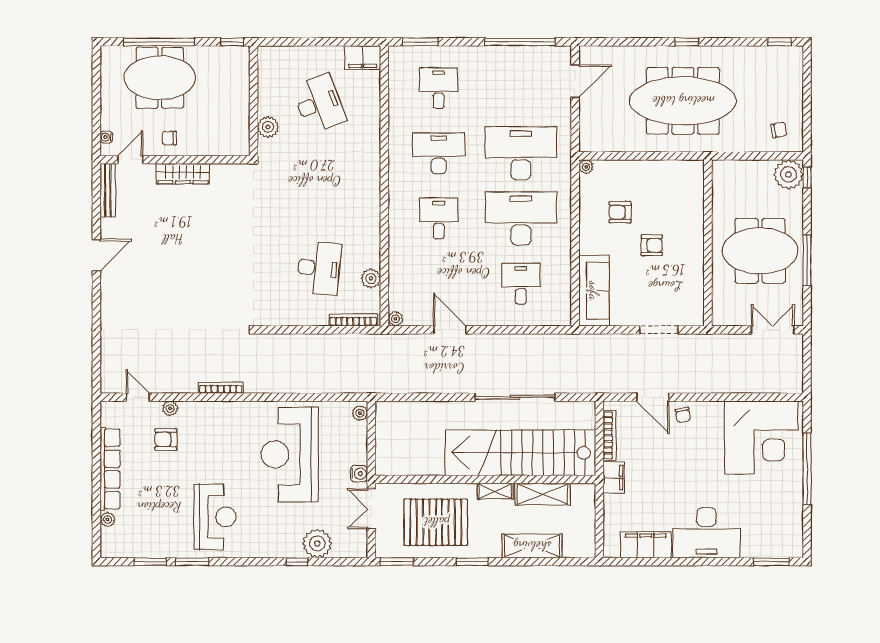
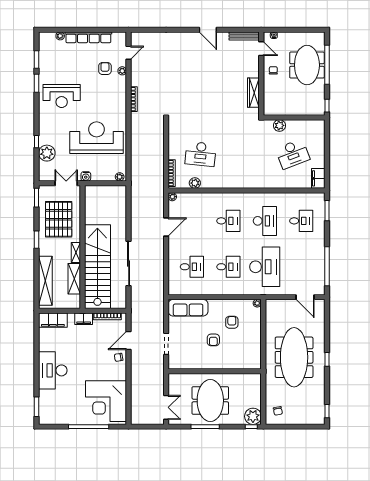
wardrobe: (183, 174) -> (253, 93), moved
desk: (521, 219) -> (228, 267), width x0.53, depth x0.77
filing cabinet: (646, 545) -> (53, 320), moved, turned 90
shelving: (532, 546) -> (45, 281), width x1.47

